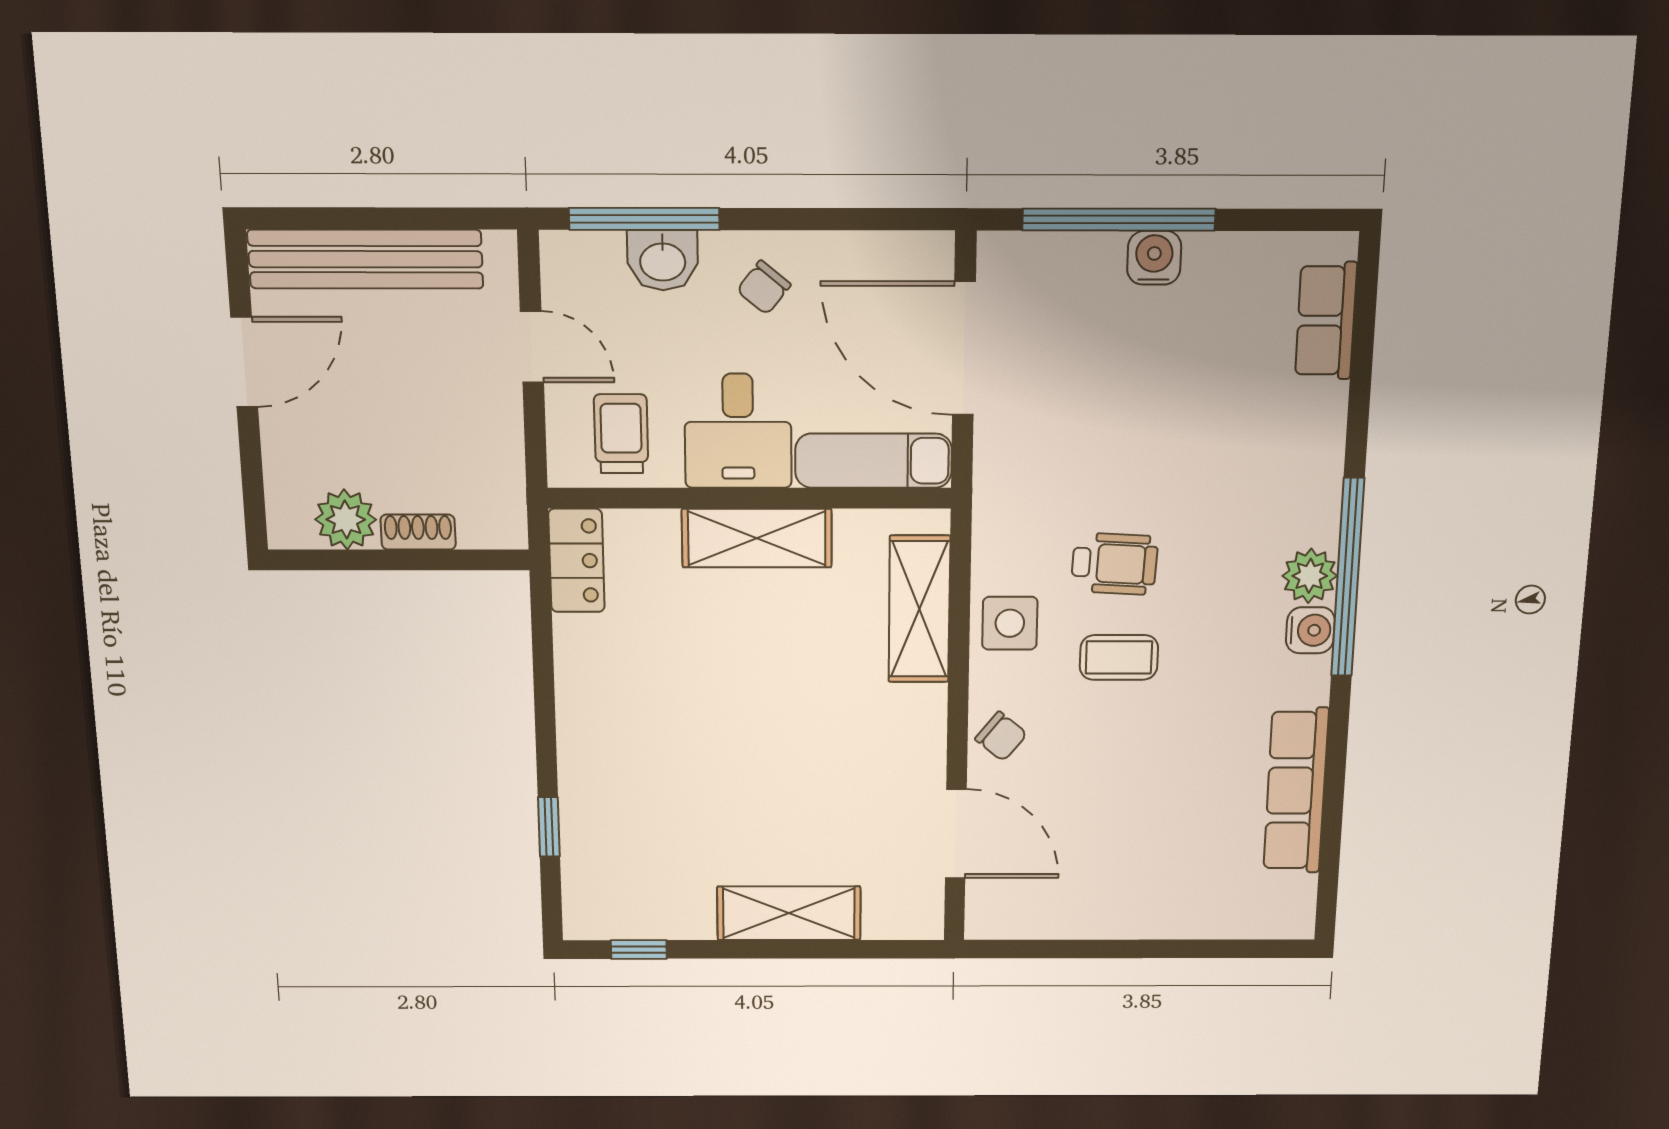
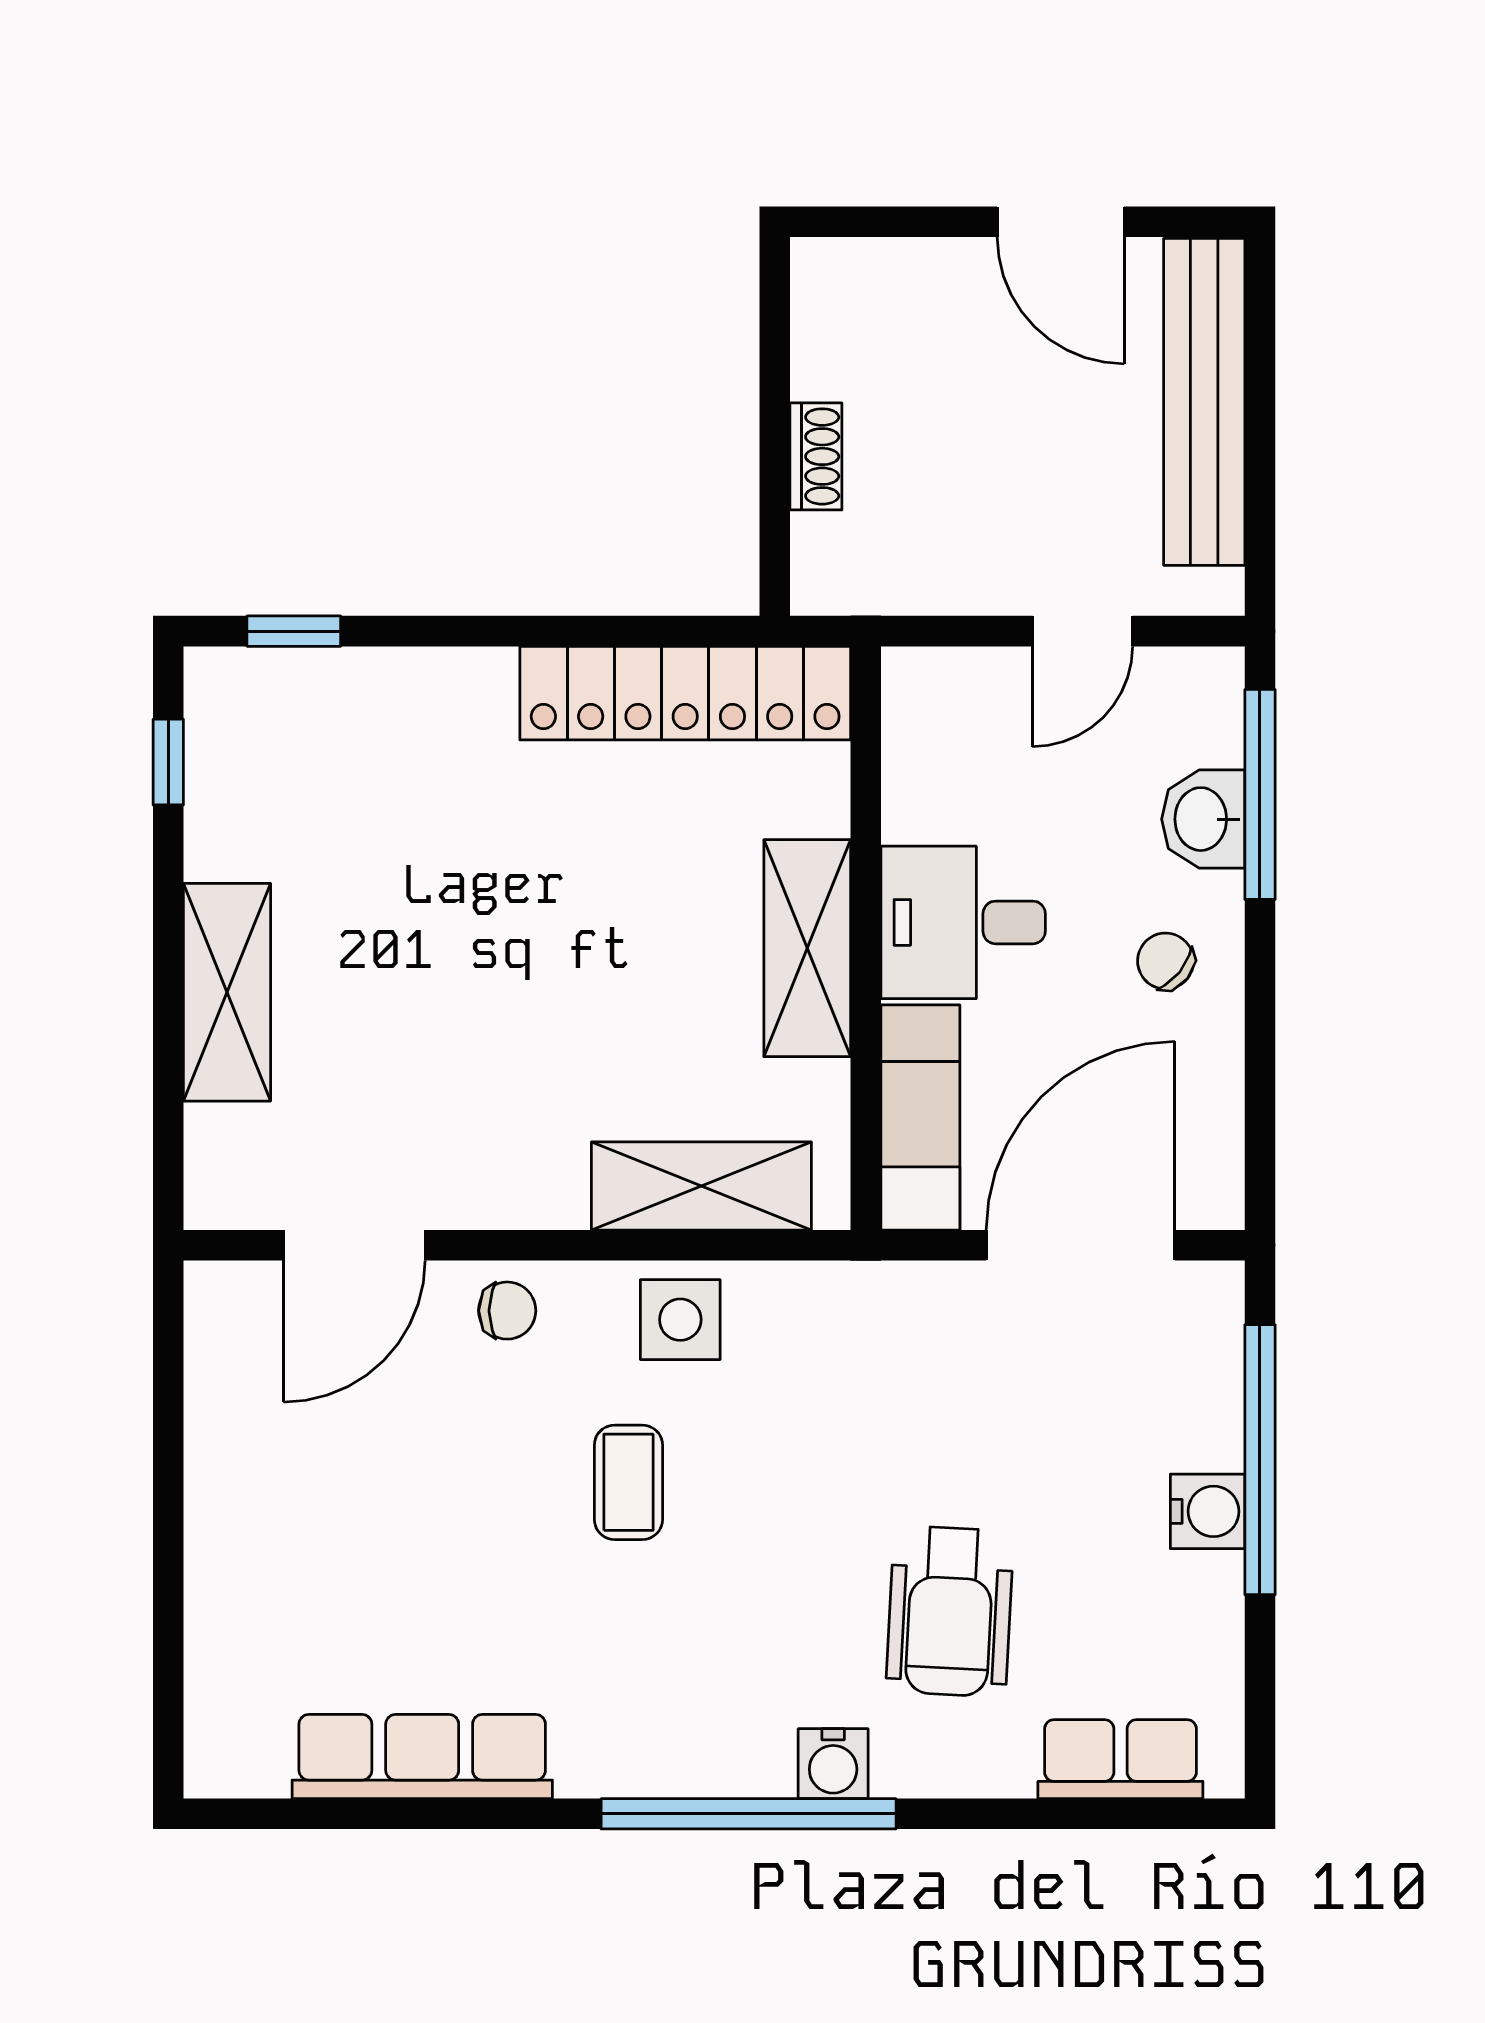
trolley: (621, 434) -> (959, 755), removed
plant: (346, 519) -> (834, 352), removed
locker: (576, 561) -> (685, 693), width x2.16, depth x1.21
wheelchair: (1114, 564) -> (950, 1611), moved, width x1.36, depth x1.37
plant: (1310, 576) -> (751, 1758), removed
water cooler: (1310, 630) -> (833, 1764), moved
chair: (1001, 736) -> (507, 1311), turned -129
window: (549, 827) -> (294, 631), moved

